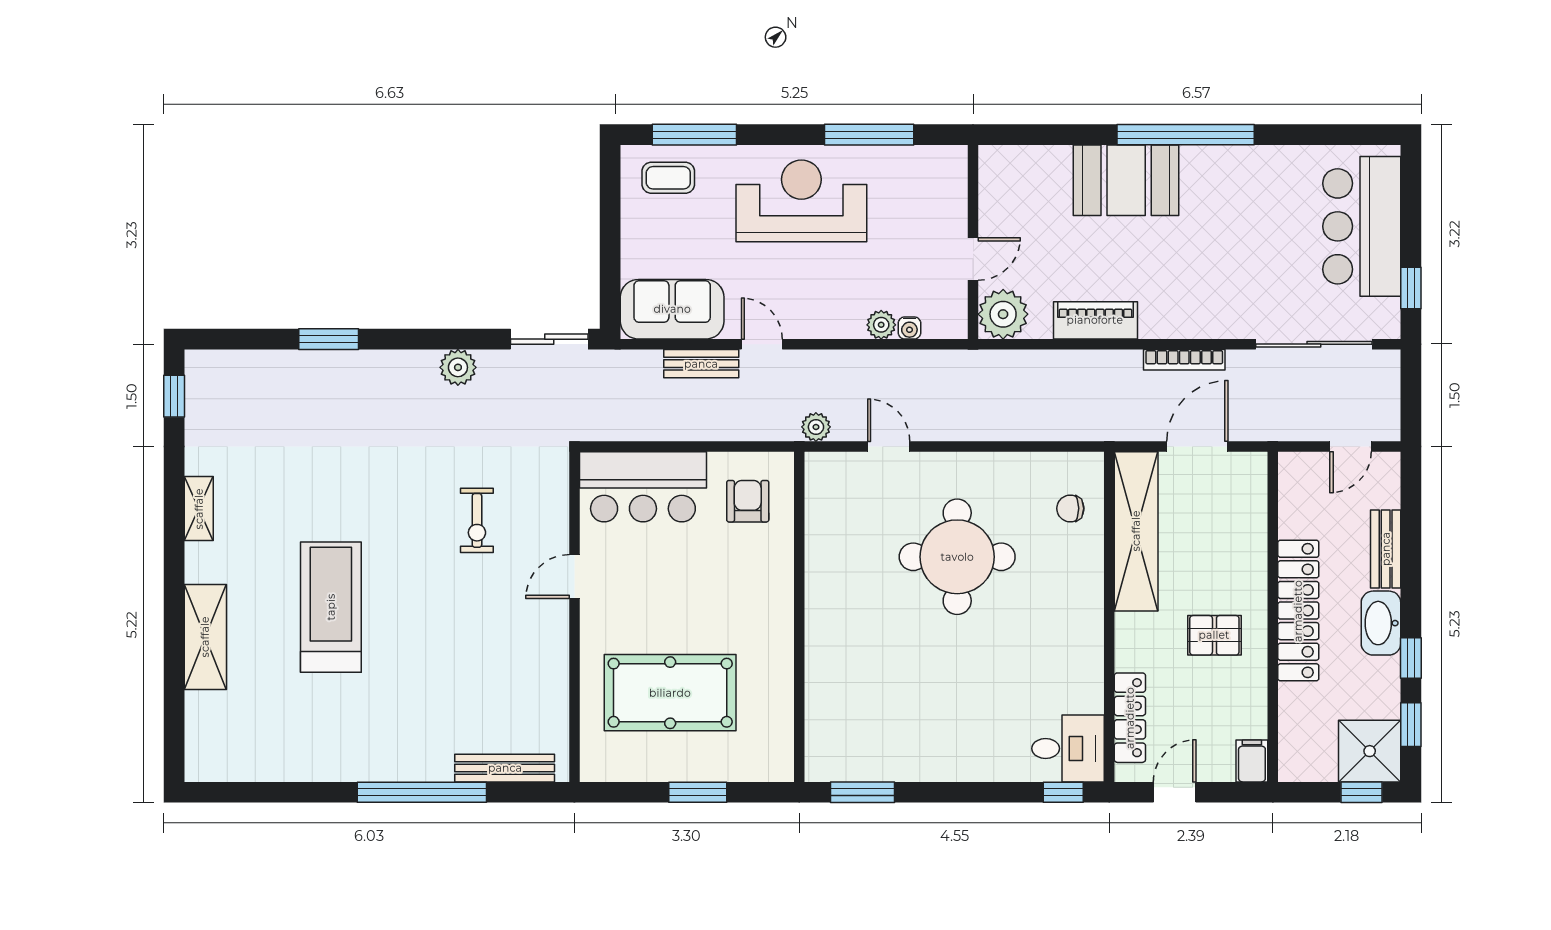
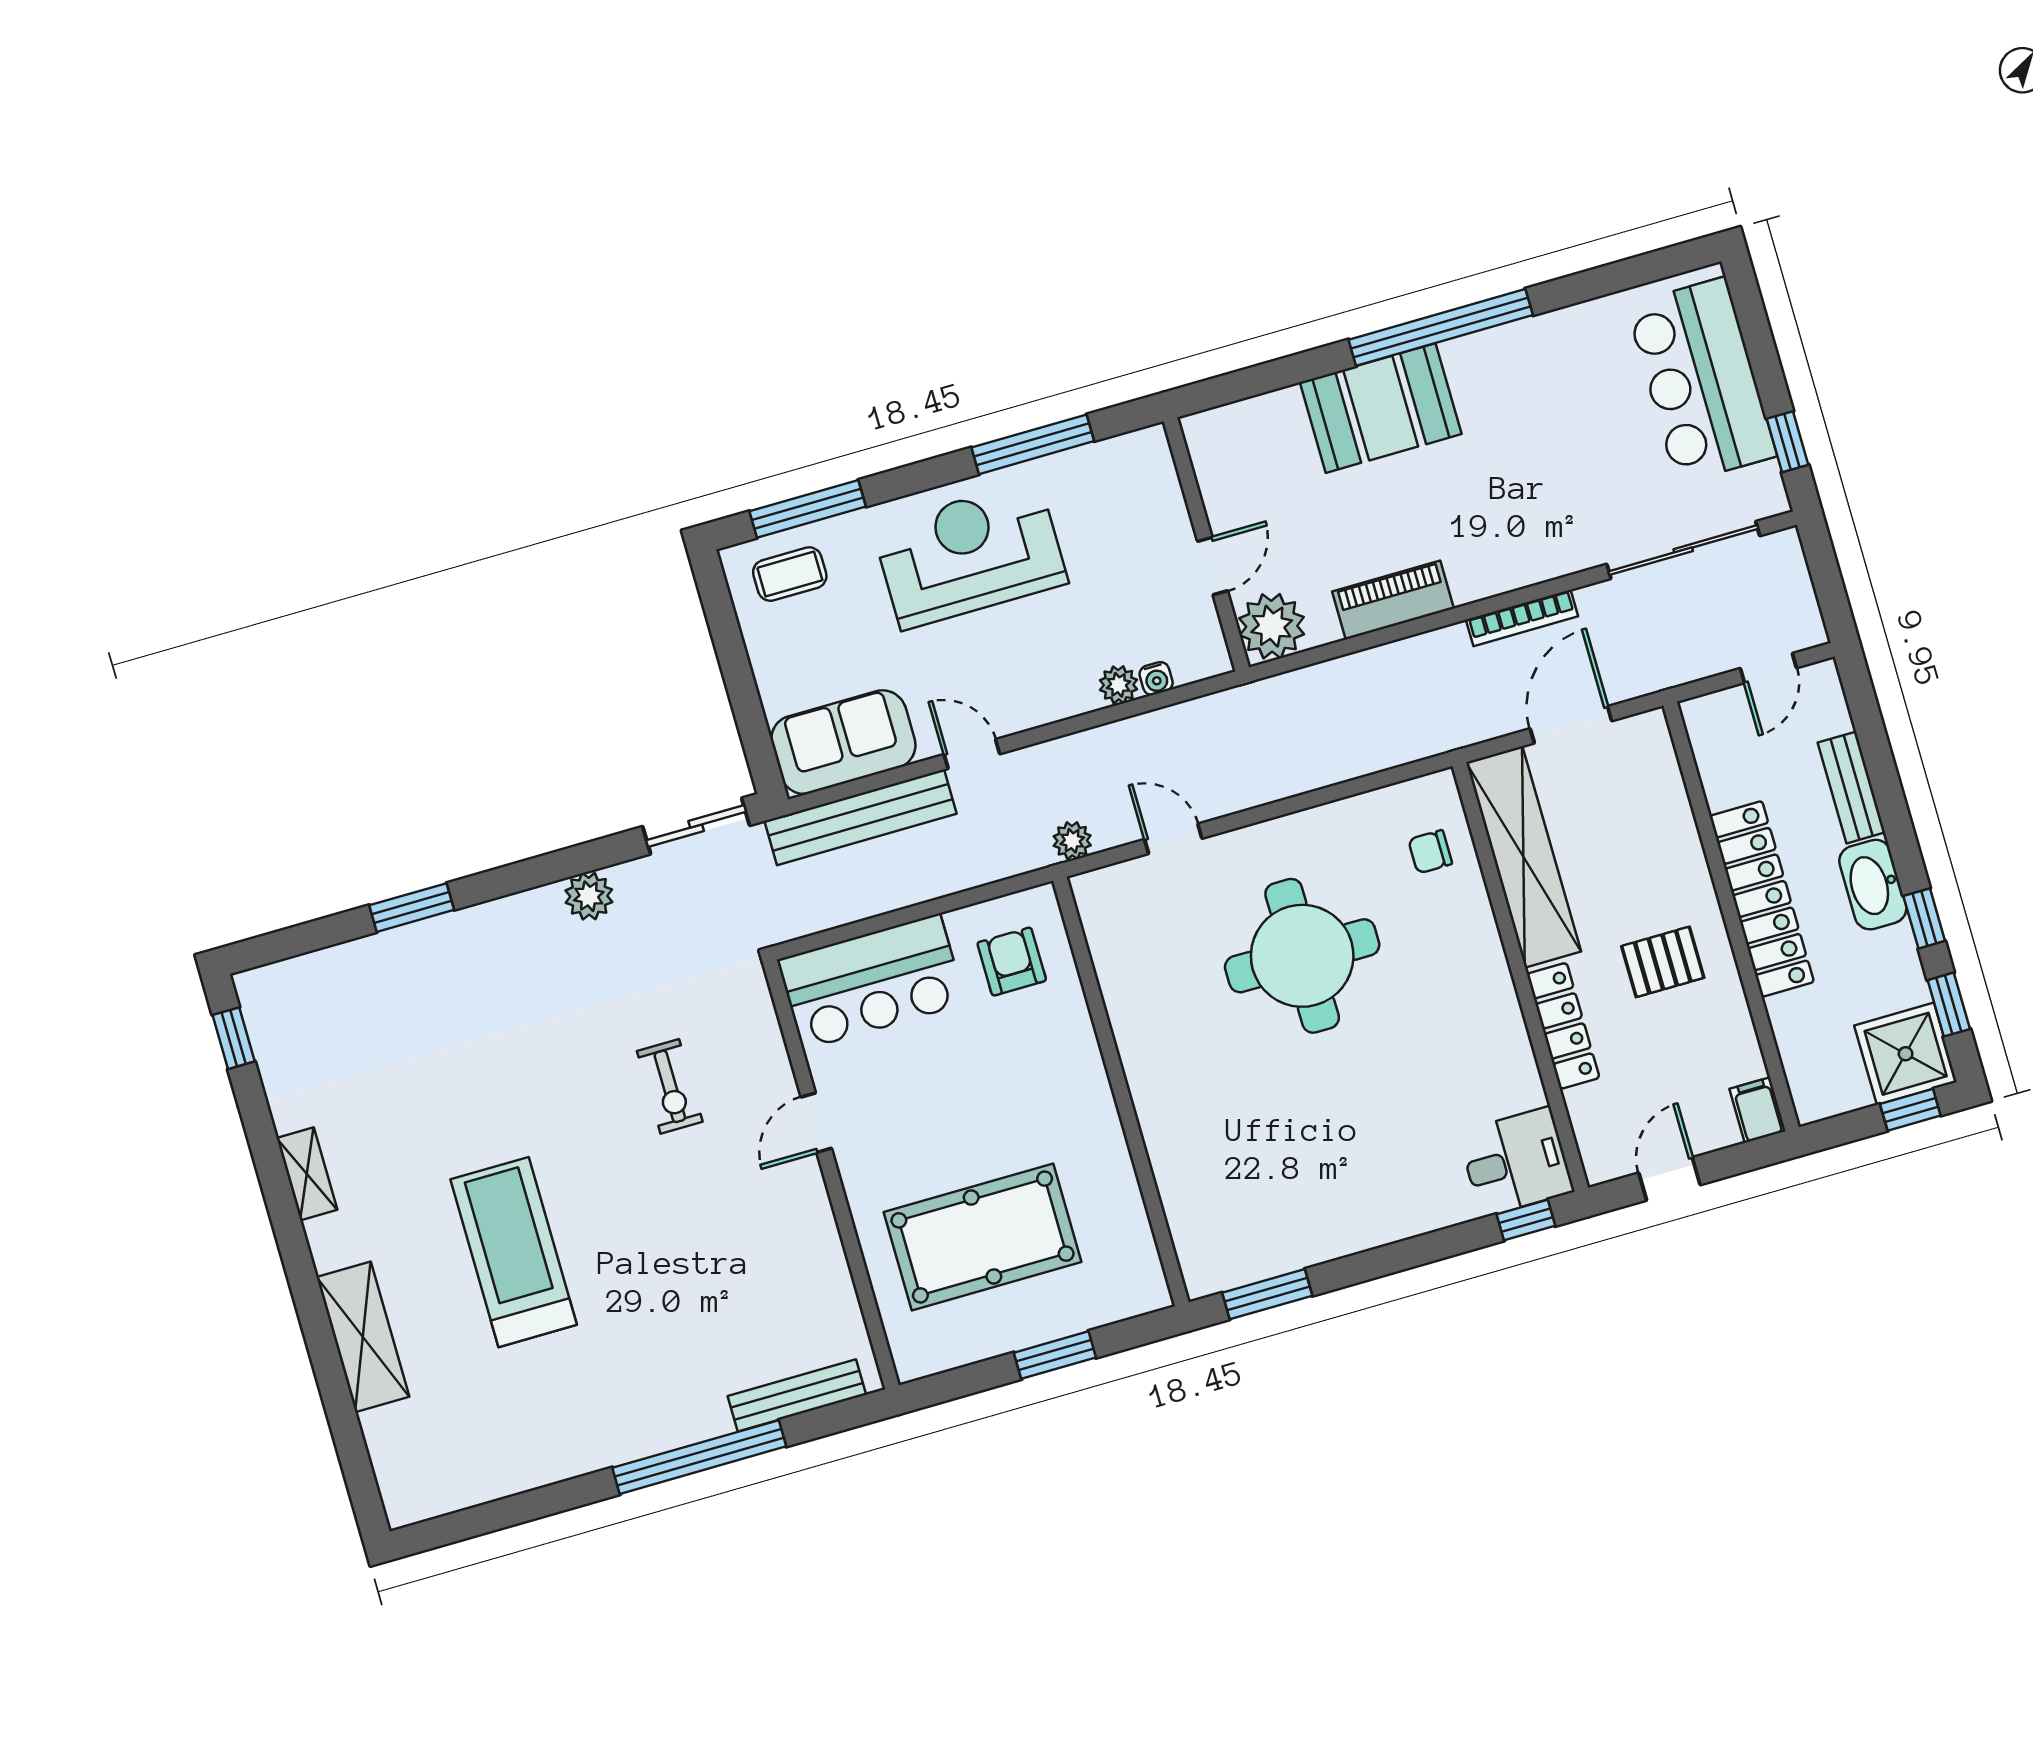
bench: (701, 364) -> (861, 817), width x1.86, depth x1.21
locker: (1130, 718) -> (1563, 1026), moved

